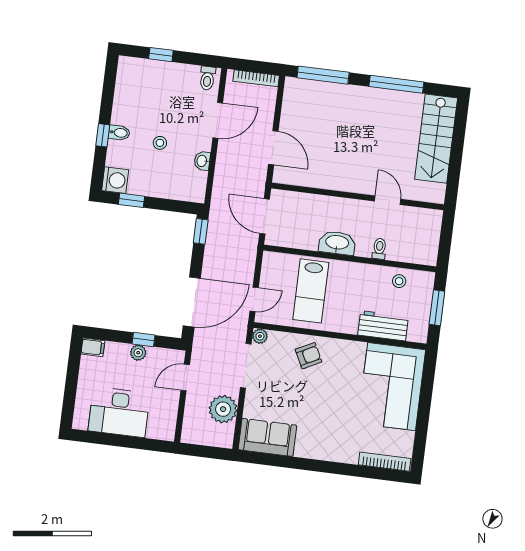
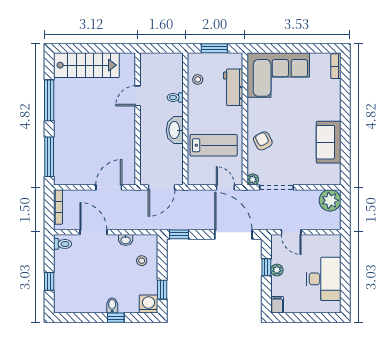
stool: (160, 143) -> (142, 261), moved
plant: (223, 409) -> (330, 200), moved
sofa: (267, 437) -> (329, 142), moved
bookcase: (385, 462) -> (336, 66), width x0.64

